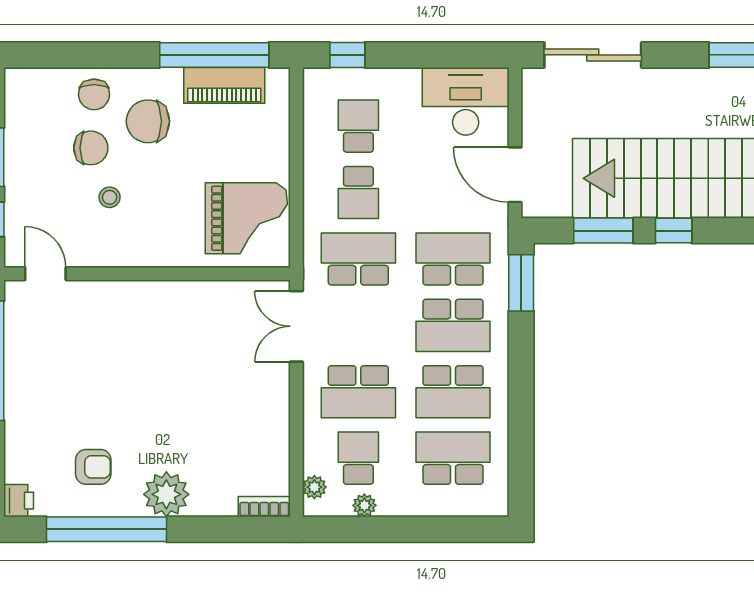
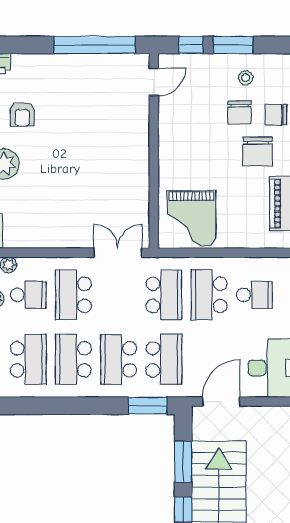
chair: (148, 121) -> (258, 152), turned 180
school desk: (358, 193) -> (209, 295), width x1.85
stool: (110, 197) -> (246, 78), moved

